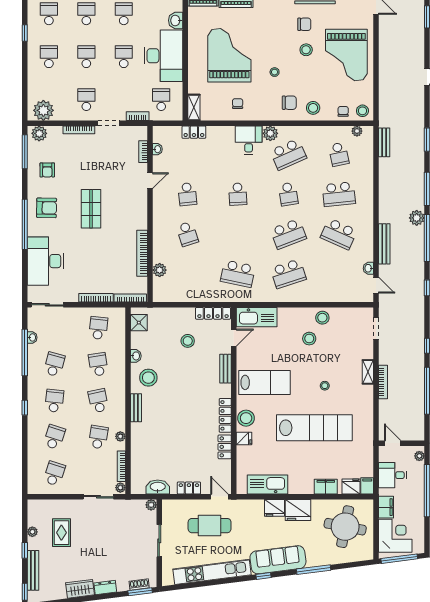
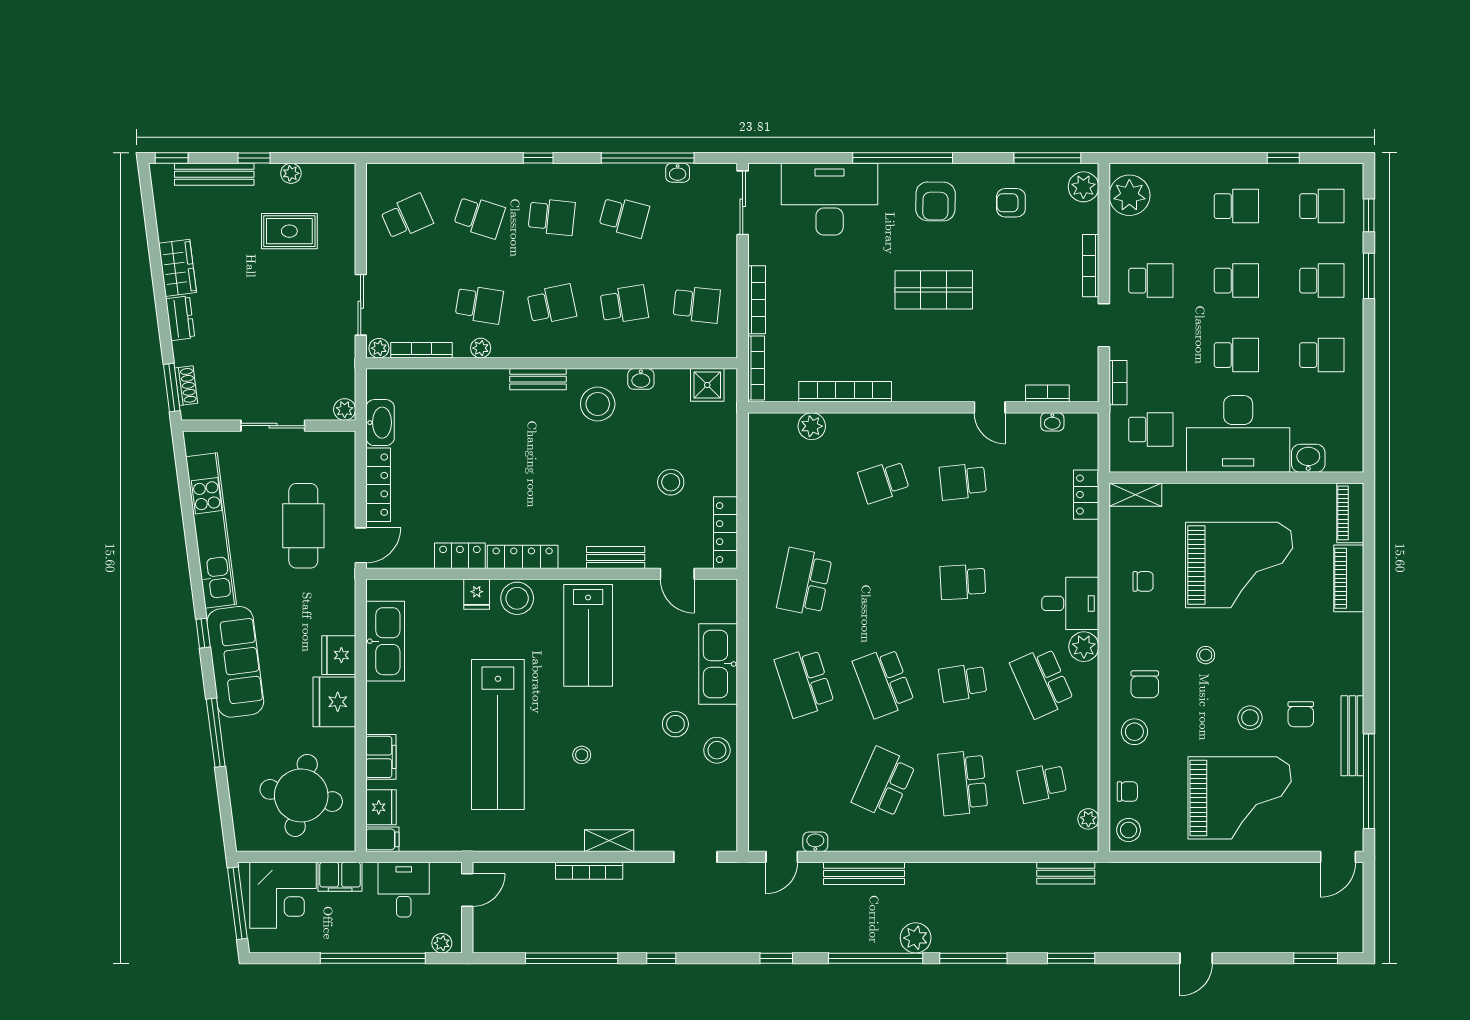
grand piano: (346, 55) -> (1240, 798), turned 180
kitchen sink: (257, 317) -> (718, 664), moved
school desk: (54, 474) -> (407, 217), turned -42
locker: (189, 488) -> (378, 485), width x1.53

